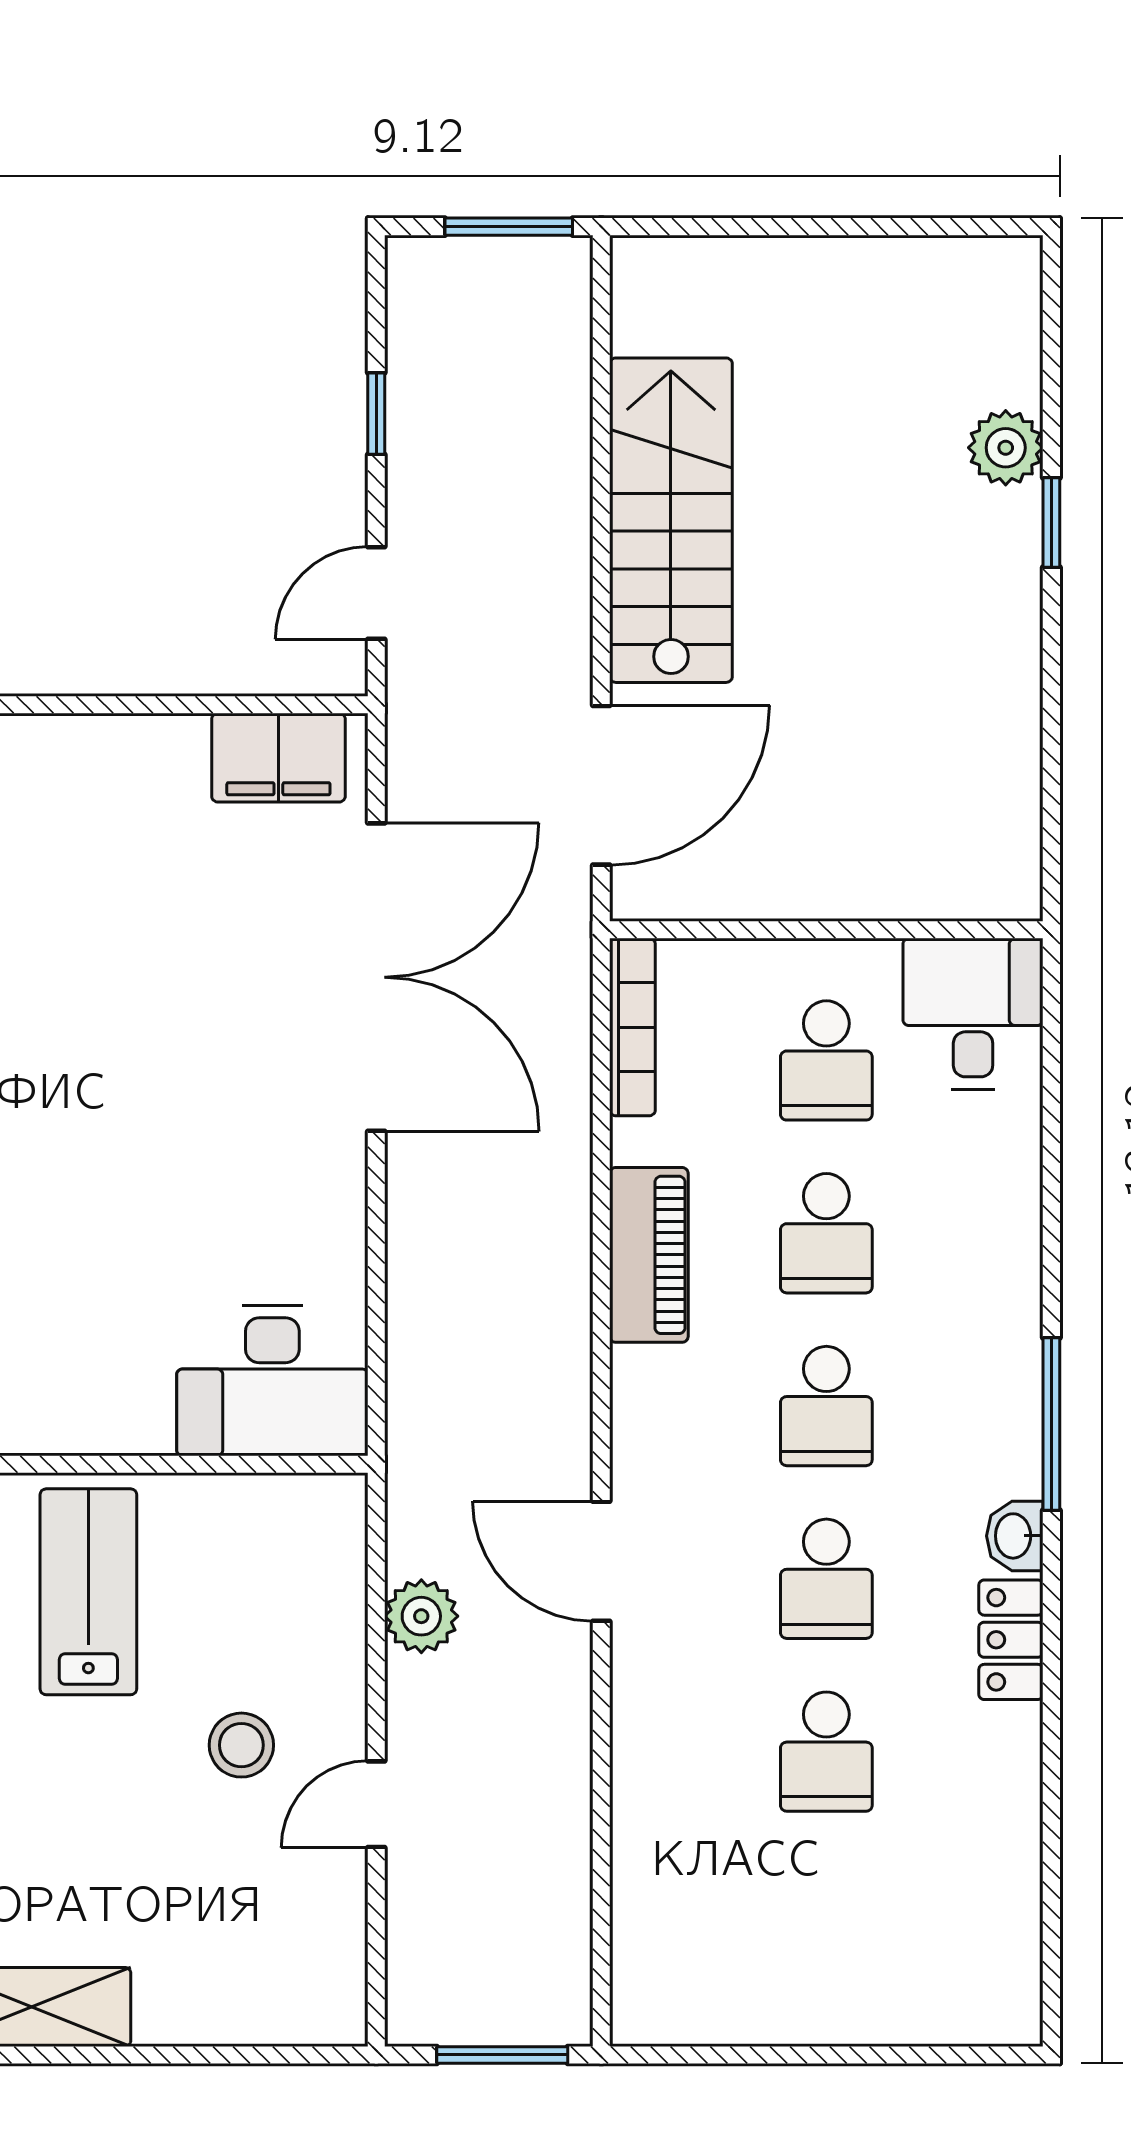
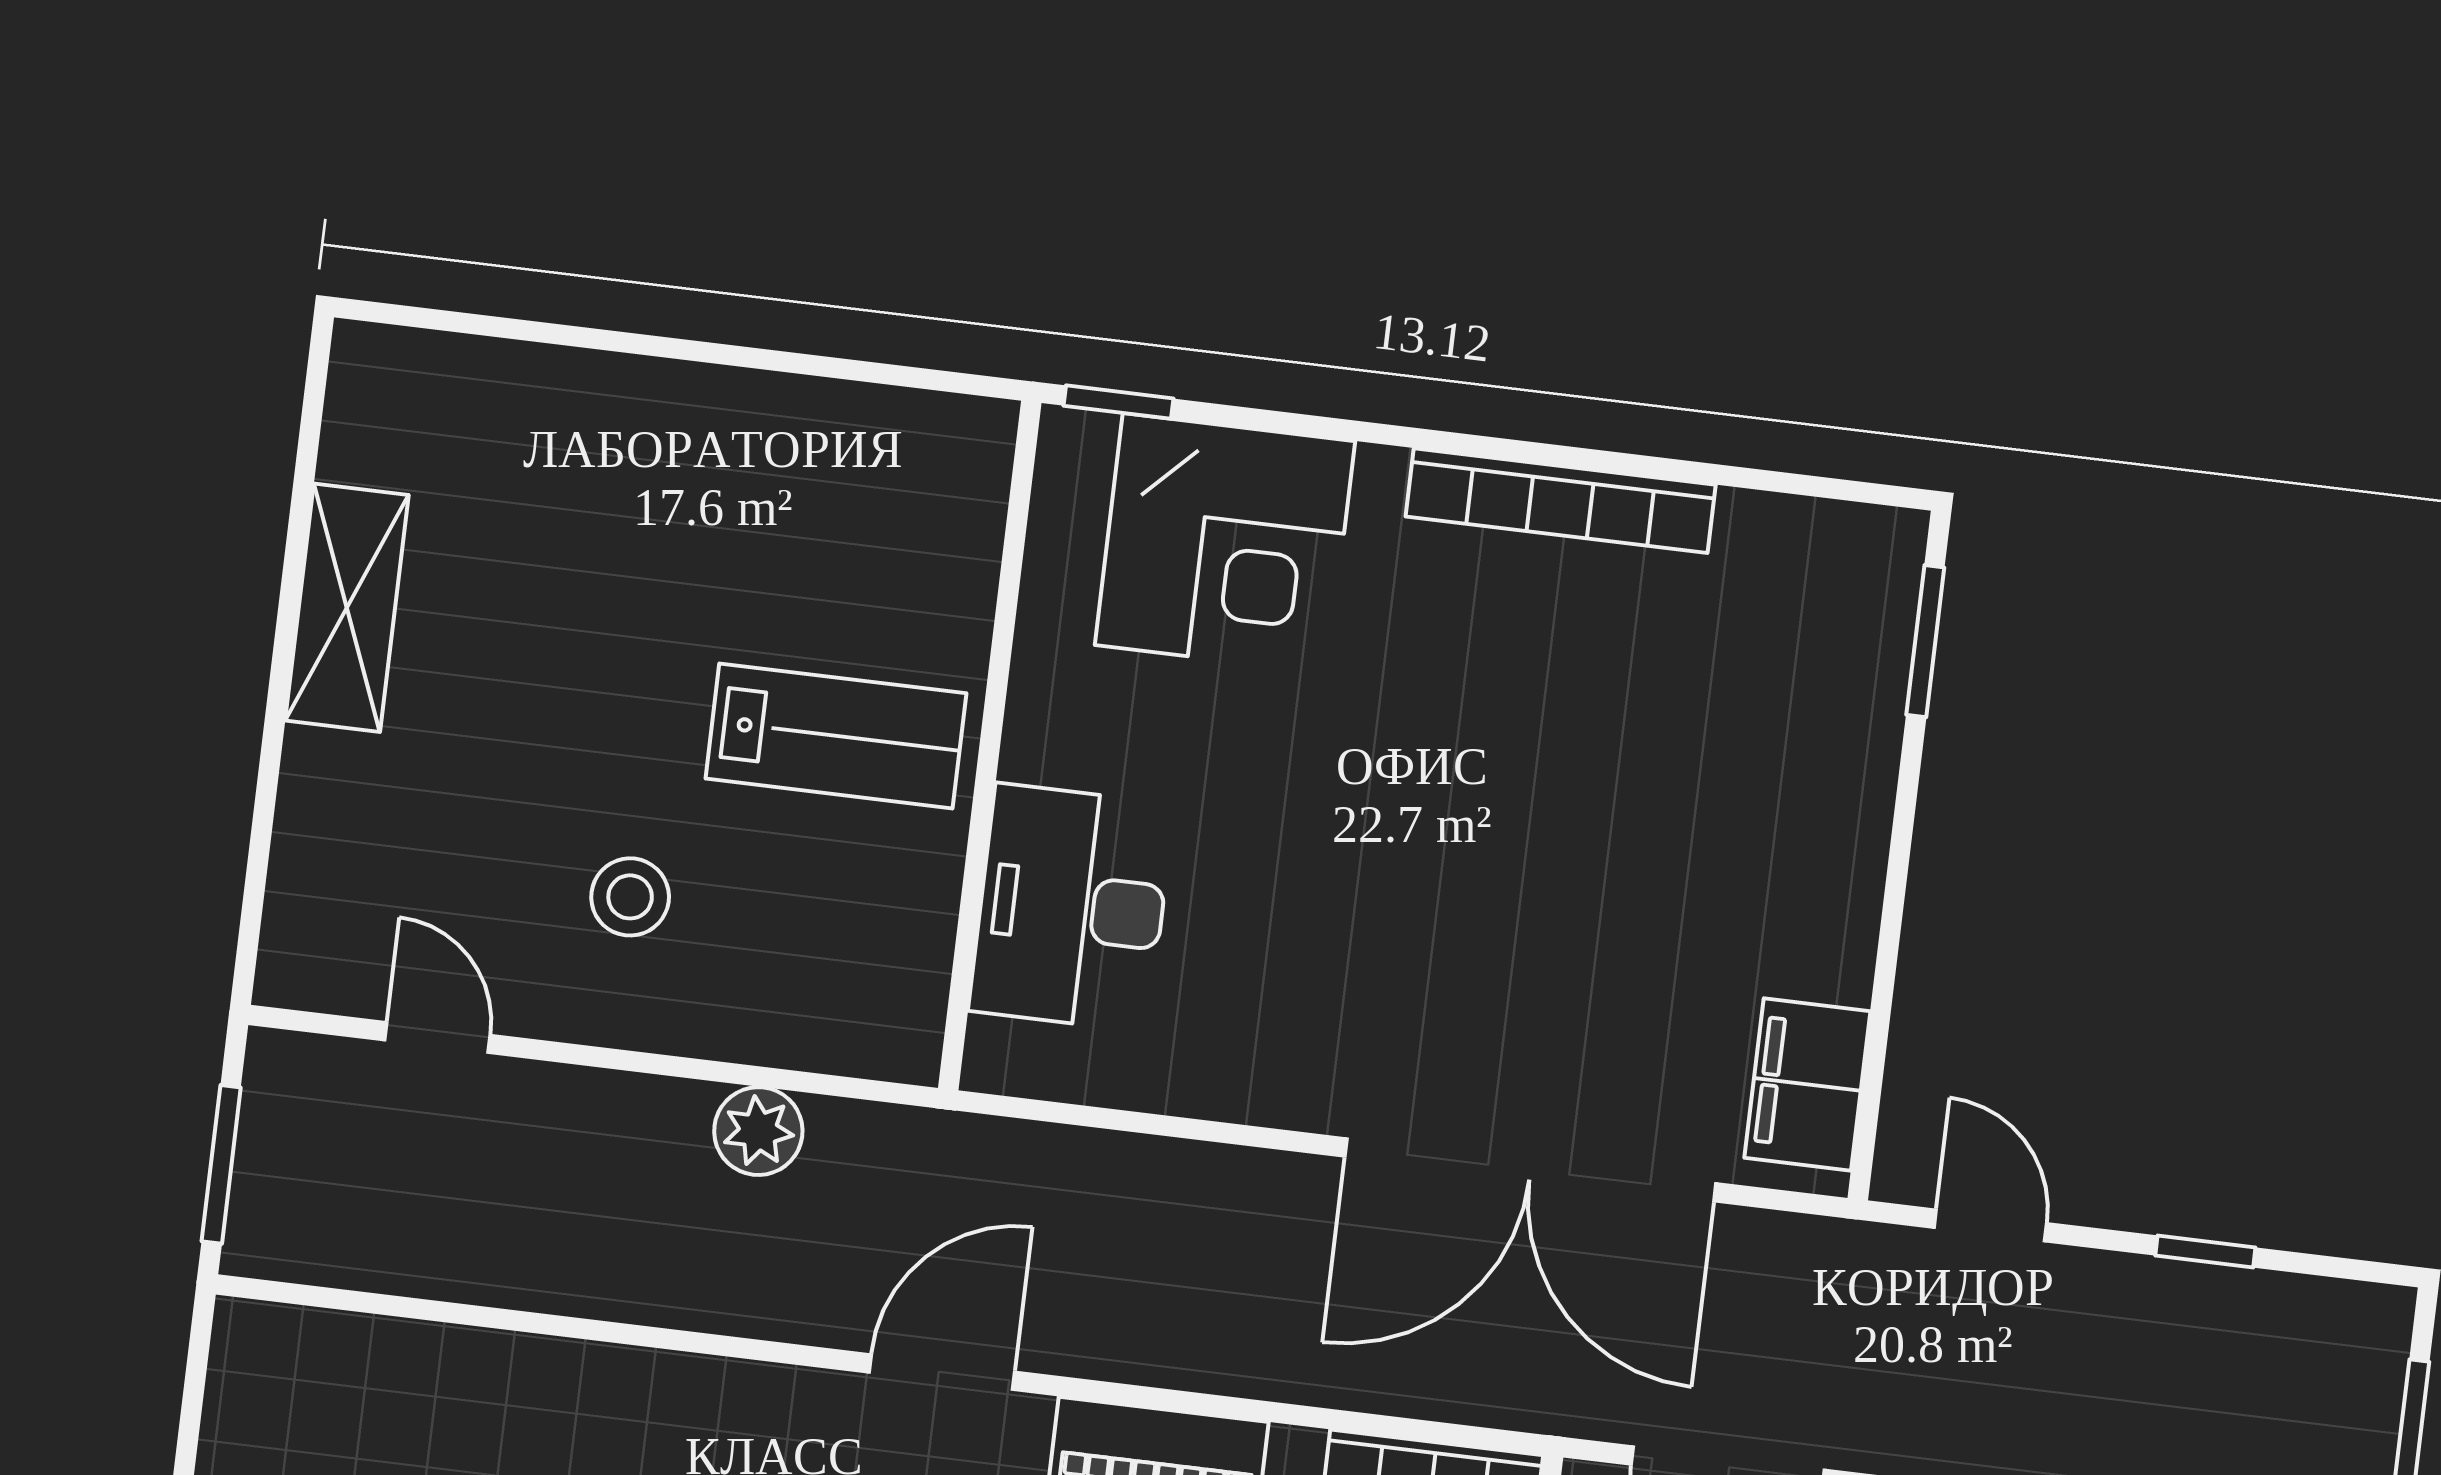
desk: (272, 1381) -> (1072, 907), moved
door: (601, 1561) -> (942, 1372), moved
door: (376, 1804) -> (437, 1038), moved

